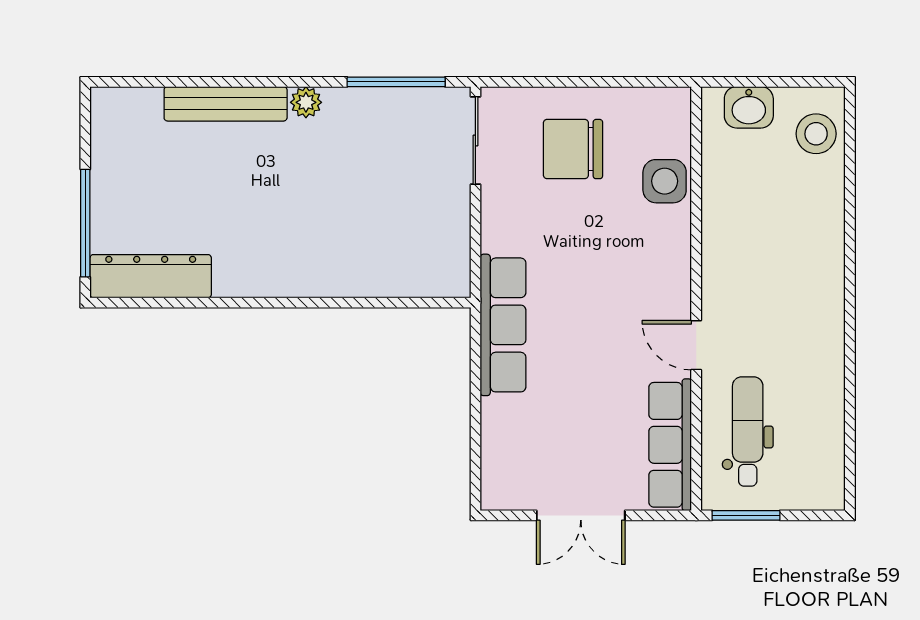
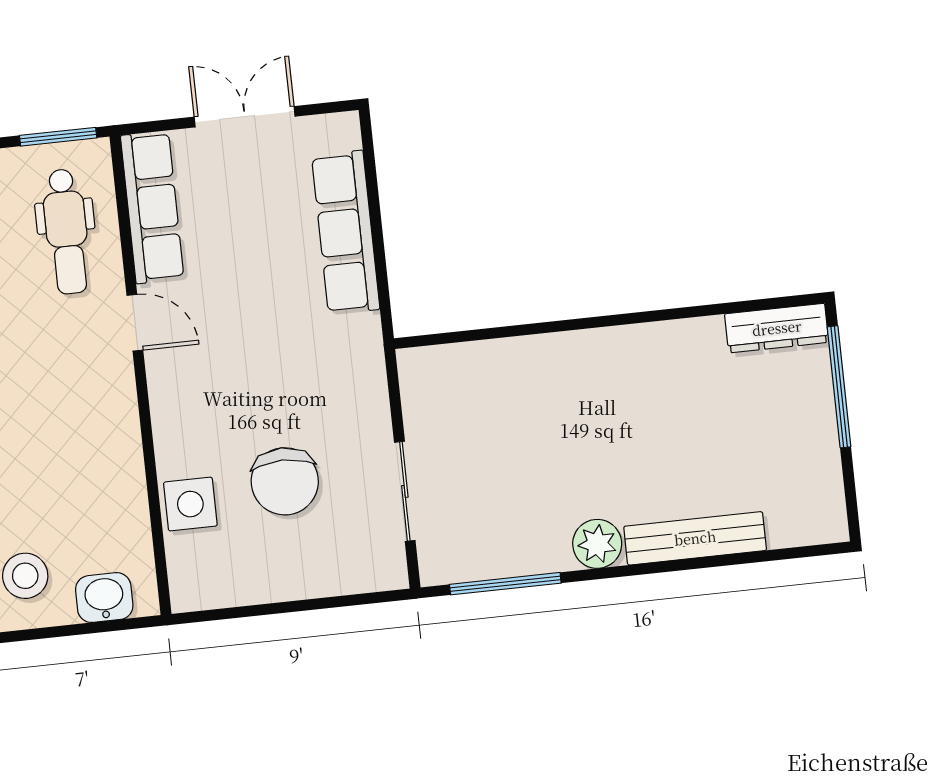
plant: (306, 102) -> (597, 544), width x1.38, depth x1.38
sliding door: (475, 140) -> (405, 491), moved
chair: (573, 149) -> (285, 481), moved, turned 90
dresser: (151, 276) -> (777, 328), width x0.73, depth x0.80
row of seats: (503, 325) -> (346, 232), moved

